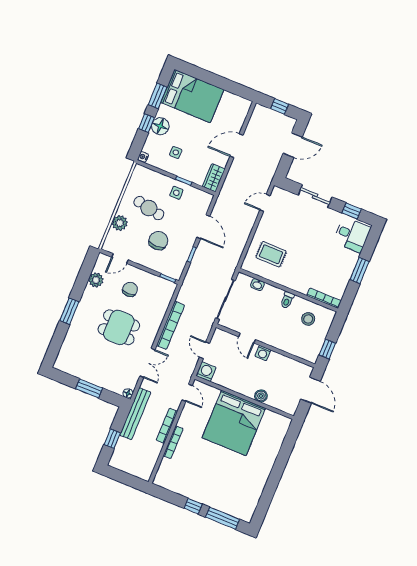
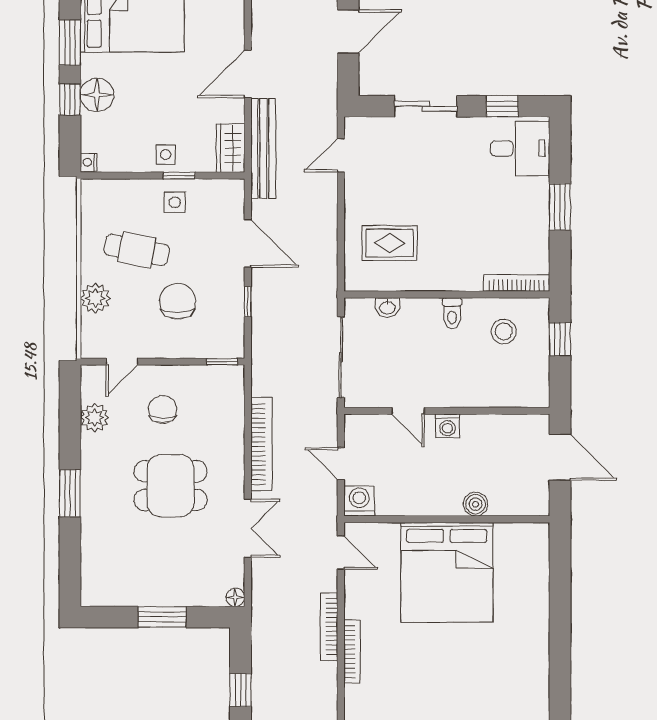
side table: (176, 152) -> (166, 155), moved
window: (327, 349) -> (560, 339), moved
bench: (135, 414) -> (263, 148), moved

